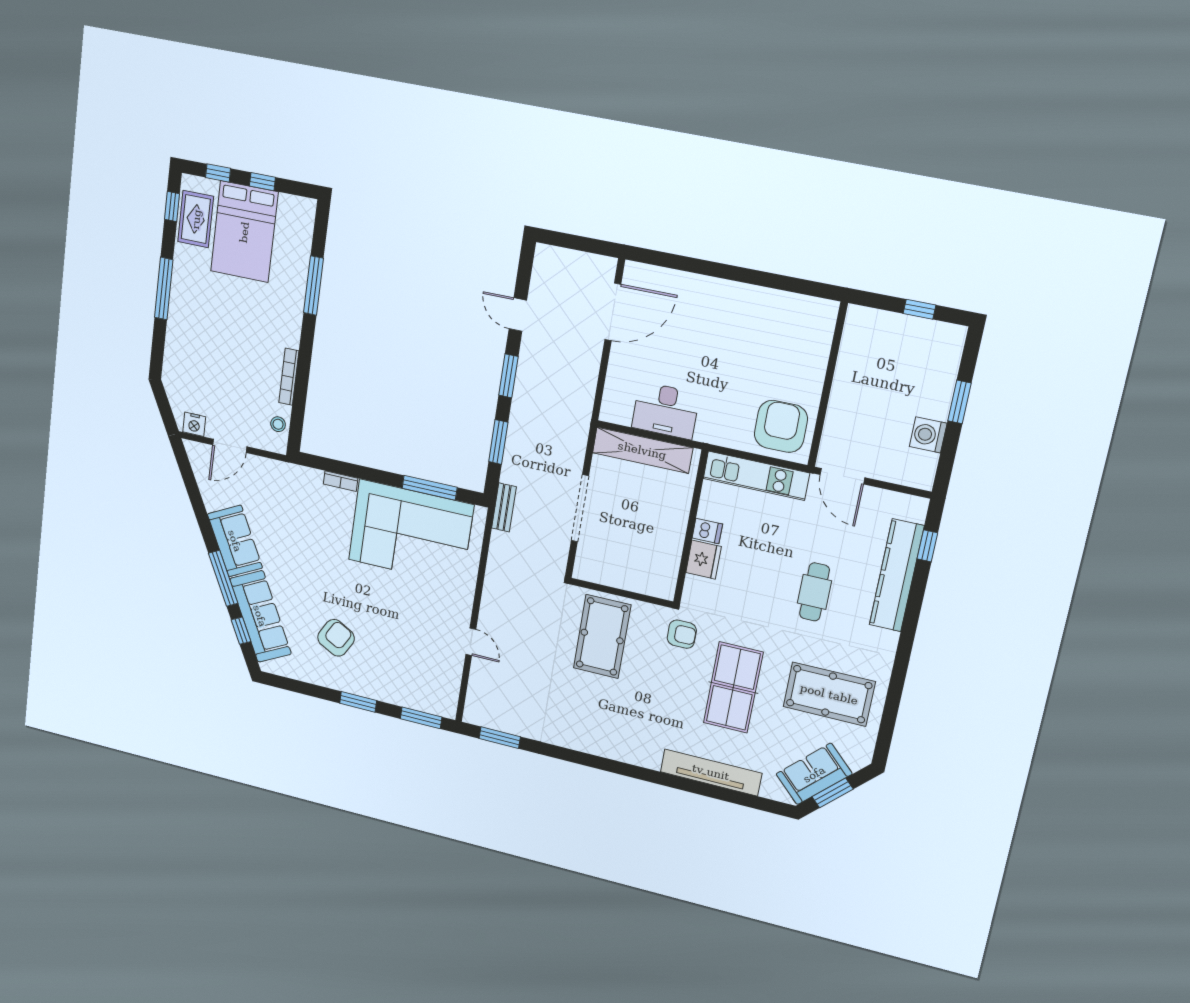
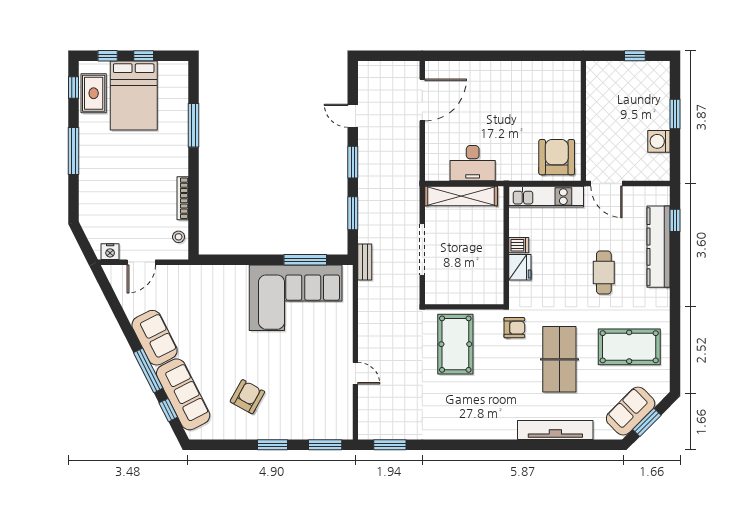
bookcase: (341, 481) -> (234, 270), removed

